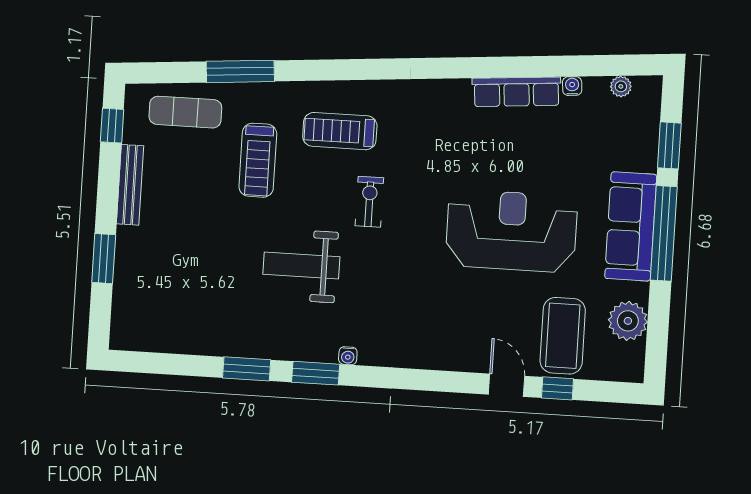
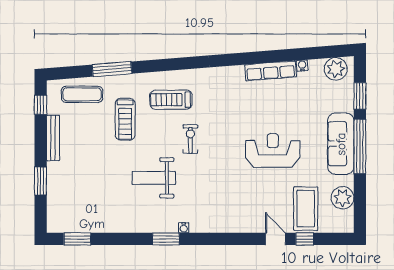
plant: (621, 86) -> (336, 69), width x1.87, depth x1.87
reception desk: (511, 231) -> (273, 151), width x0.74, depth x0.77
window: (247, 369) -> (77, 239), moved

